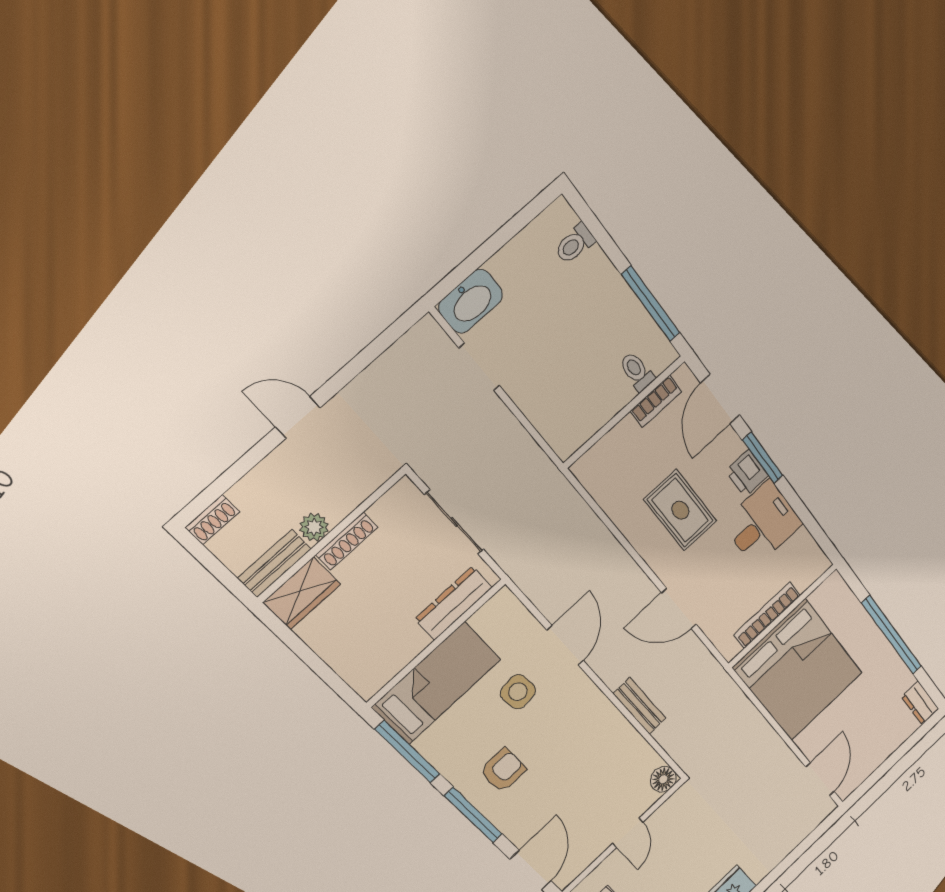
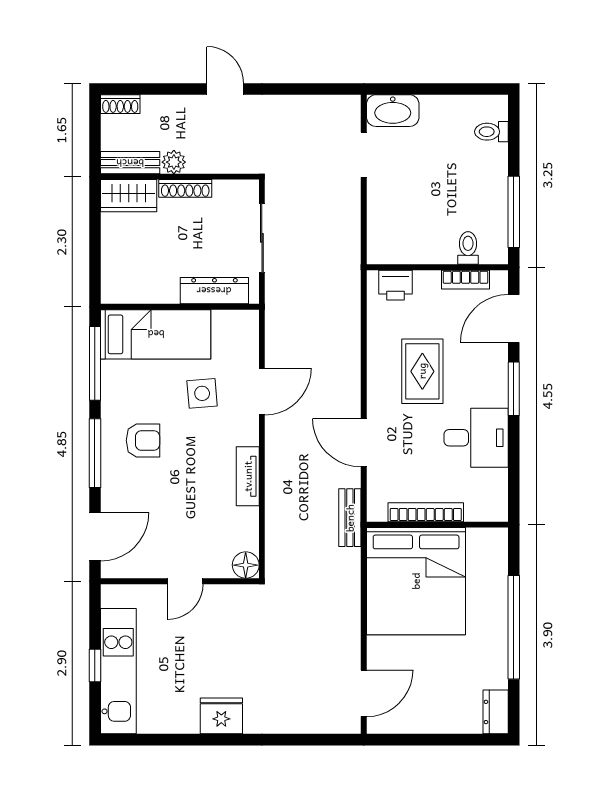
printer: (747, 473) -> (395, 285), moved, turned -90
bench: (640, 706) -> (350, 518), moved
tv unit: (610, 717) -> (248, 476), added

